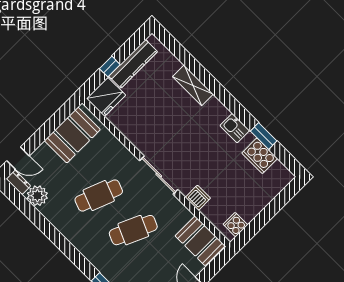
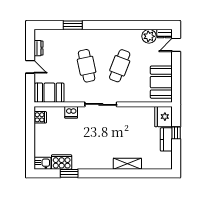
kitchen counter: (133, 64) -> (166, 139), width x0.67
kitchen sink: (235, 128) -> (42, 163), moved
cafe table: (133, 230) -> (87, 66), turned -36

